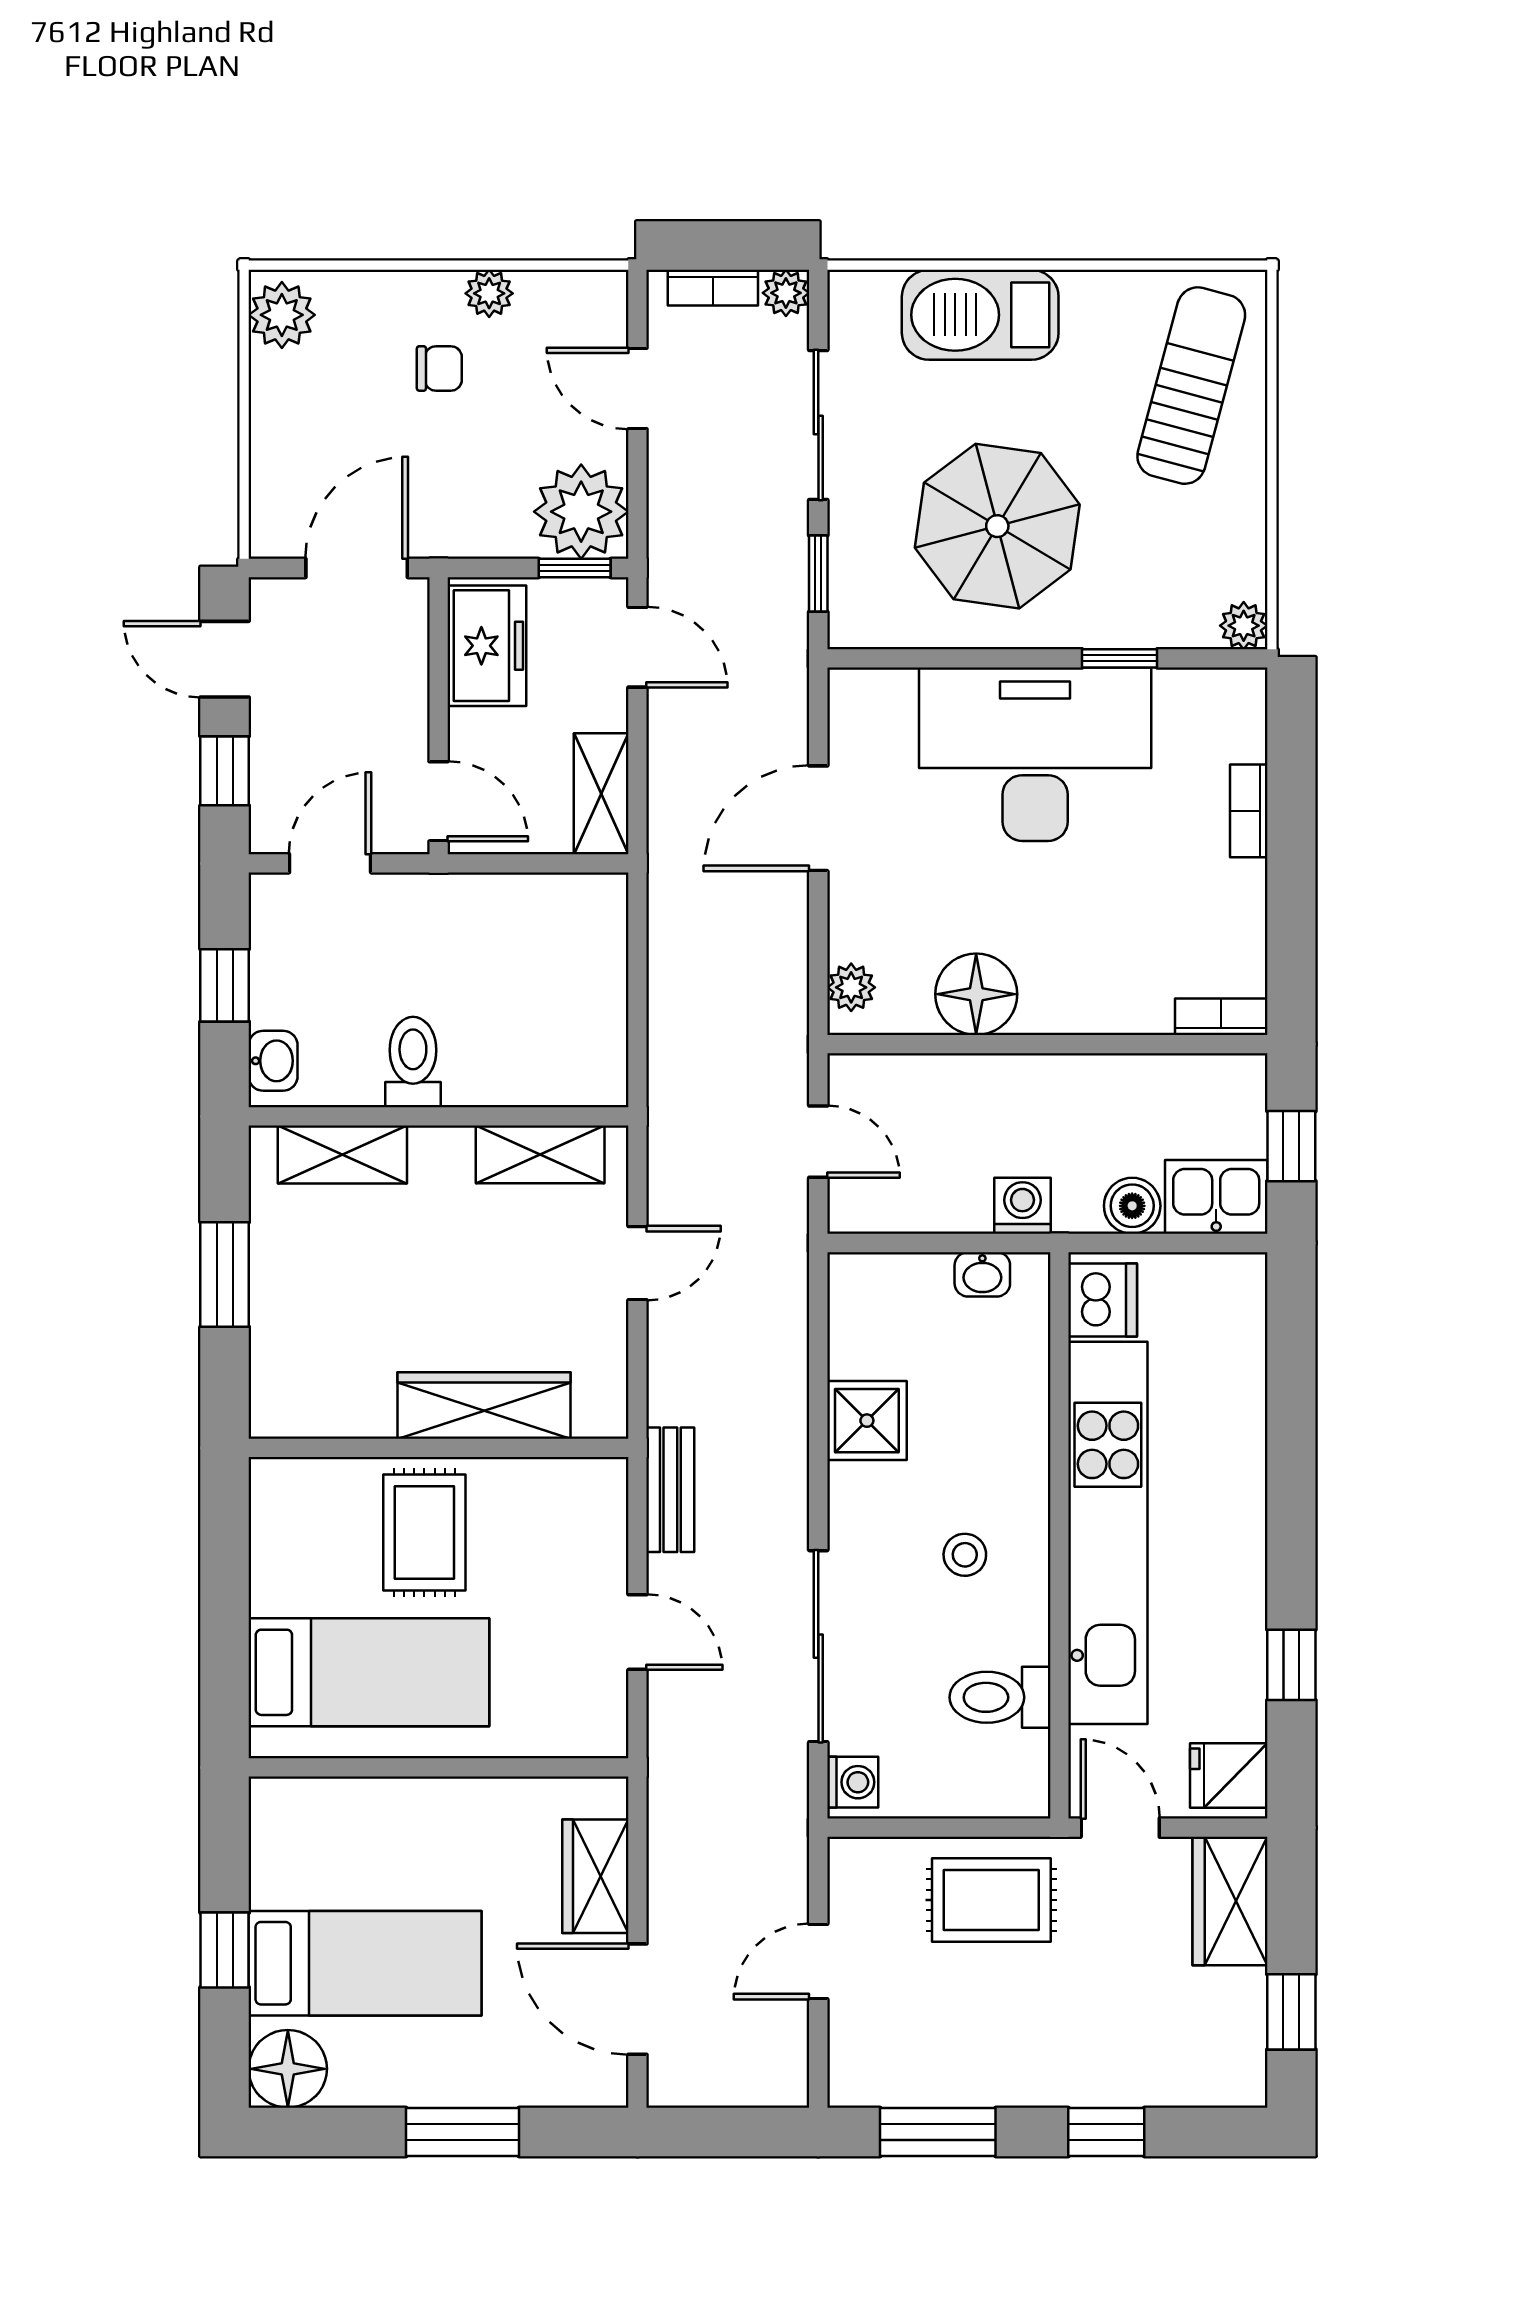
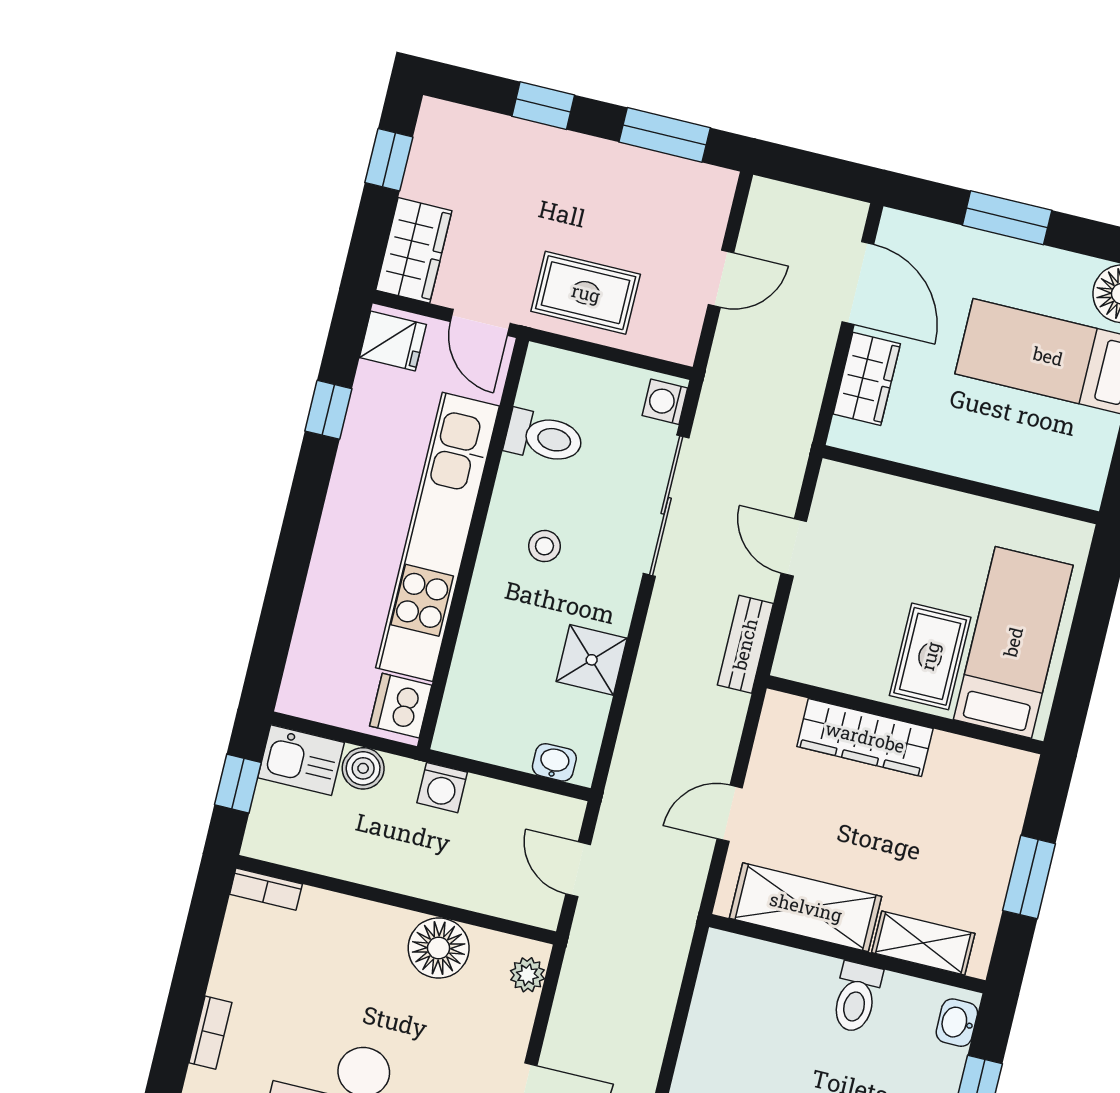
shelving: (540, 1154) -> (806, 907), width x1.50, depth x1.33
washbasin: (982, 1274) -> (554, 762), moved
bed: (369, 1672) -> (1013, 642), moved, turned 90

